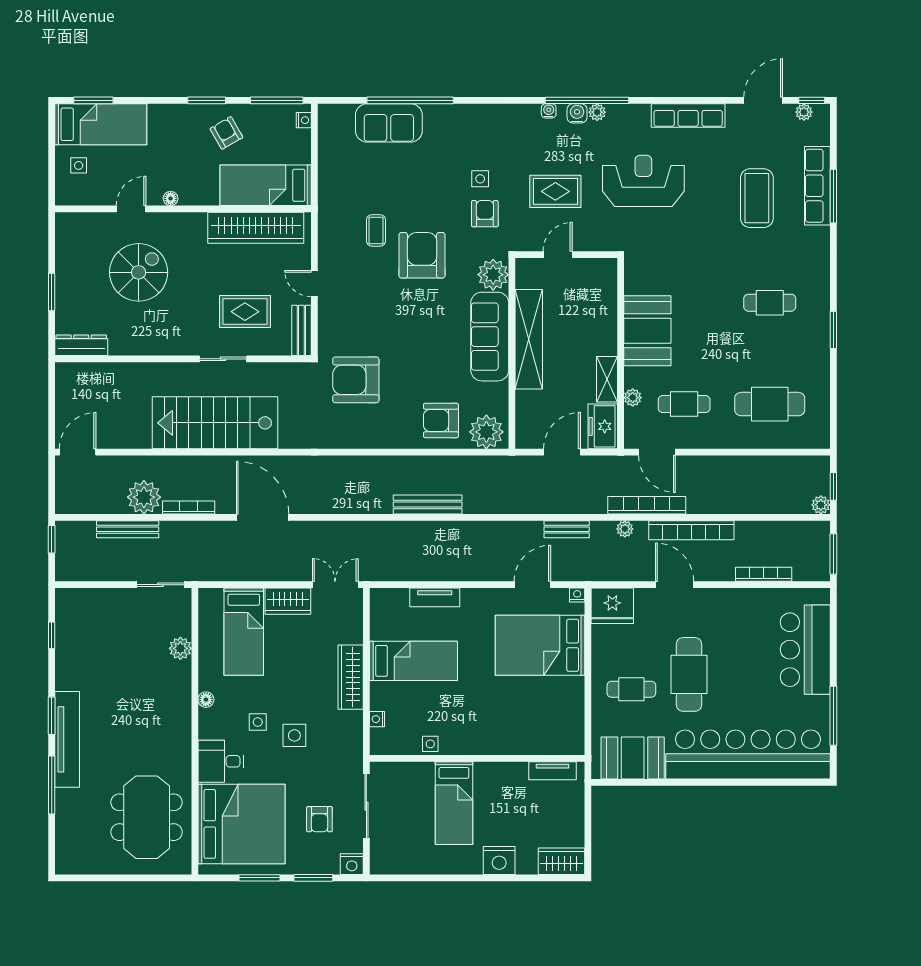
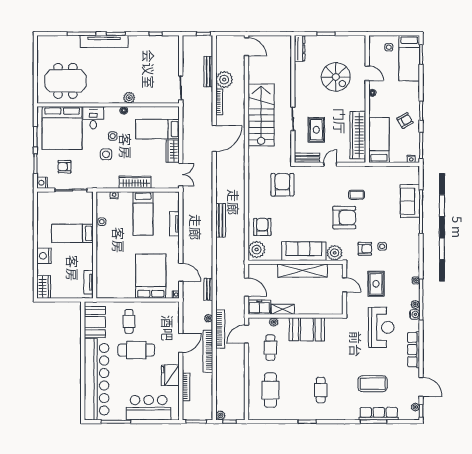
water cooler: (577, 113) -> (415, 314), moved
fridge: (612, 606) -> (170, 375), moved
plant: (180, 648) -> (129, 98), moved

